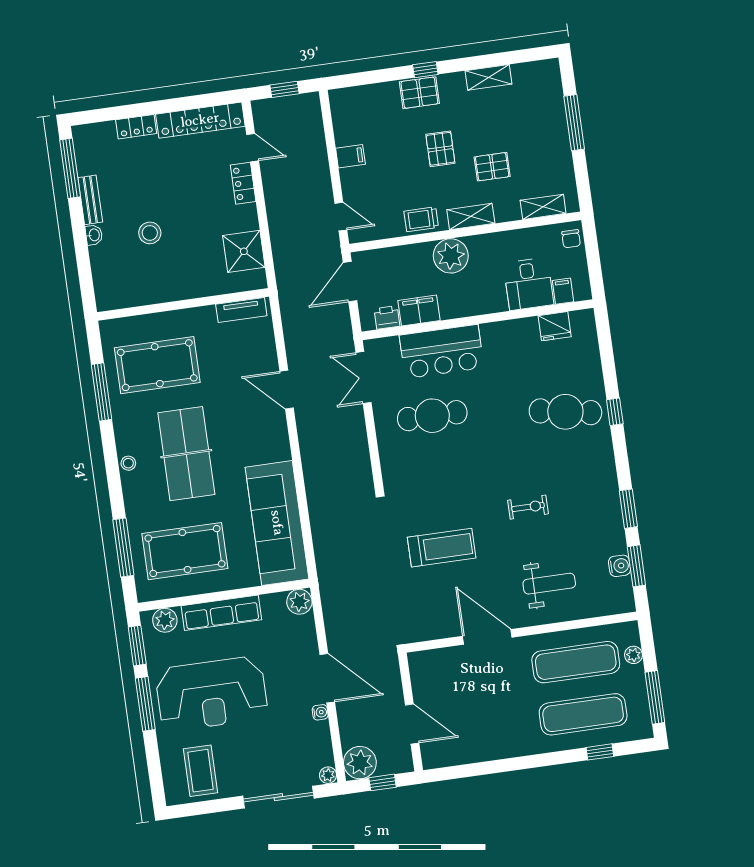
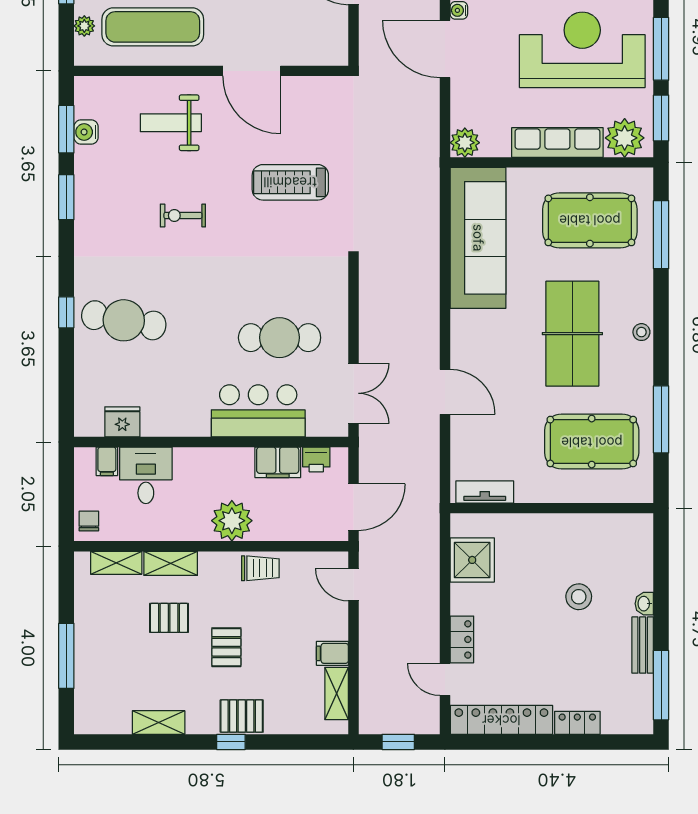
shelving: (342, 123) -> (337, 694), added
shelving: (471, 216) -> (171, 563), moved
plant: (165, 620) -> (625, 138), width x1.36, depth x1.36

